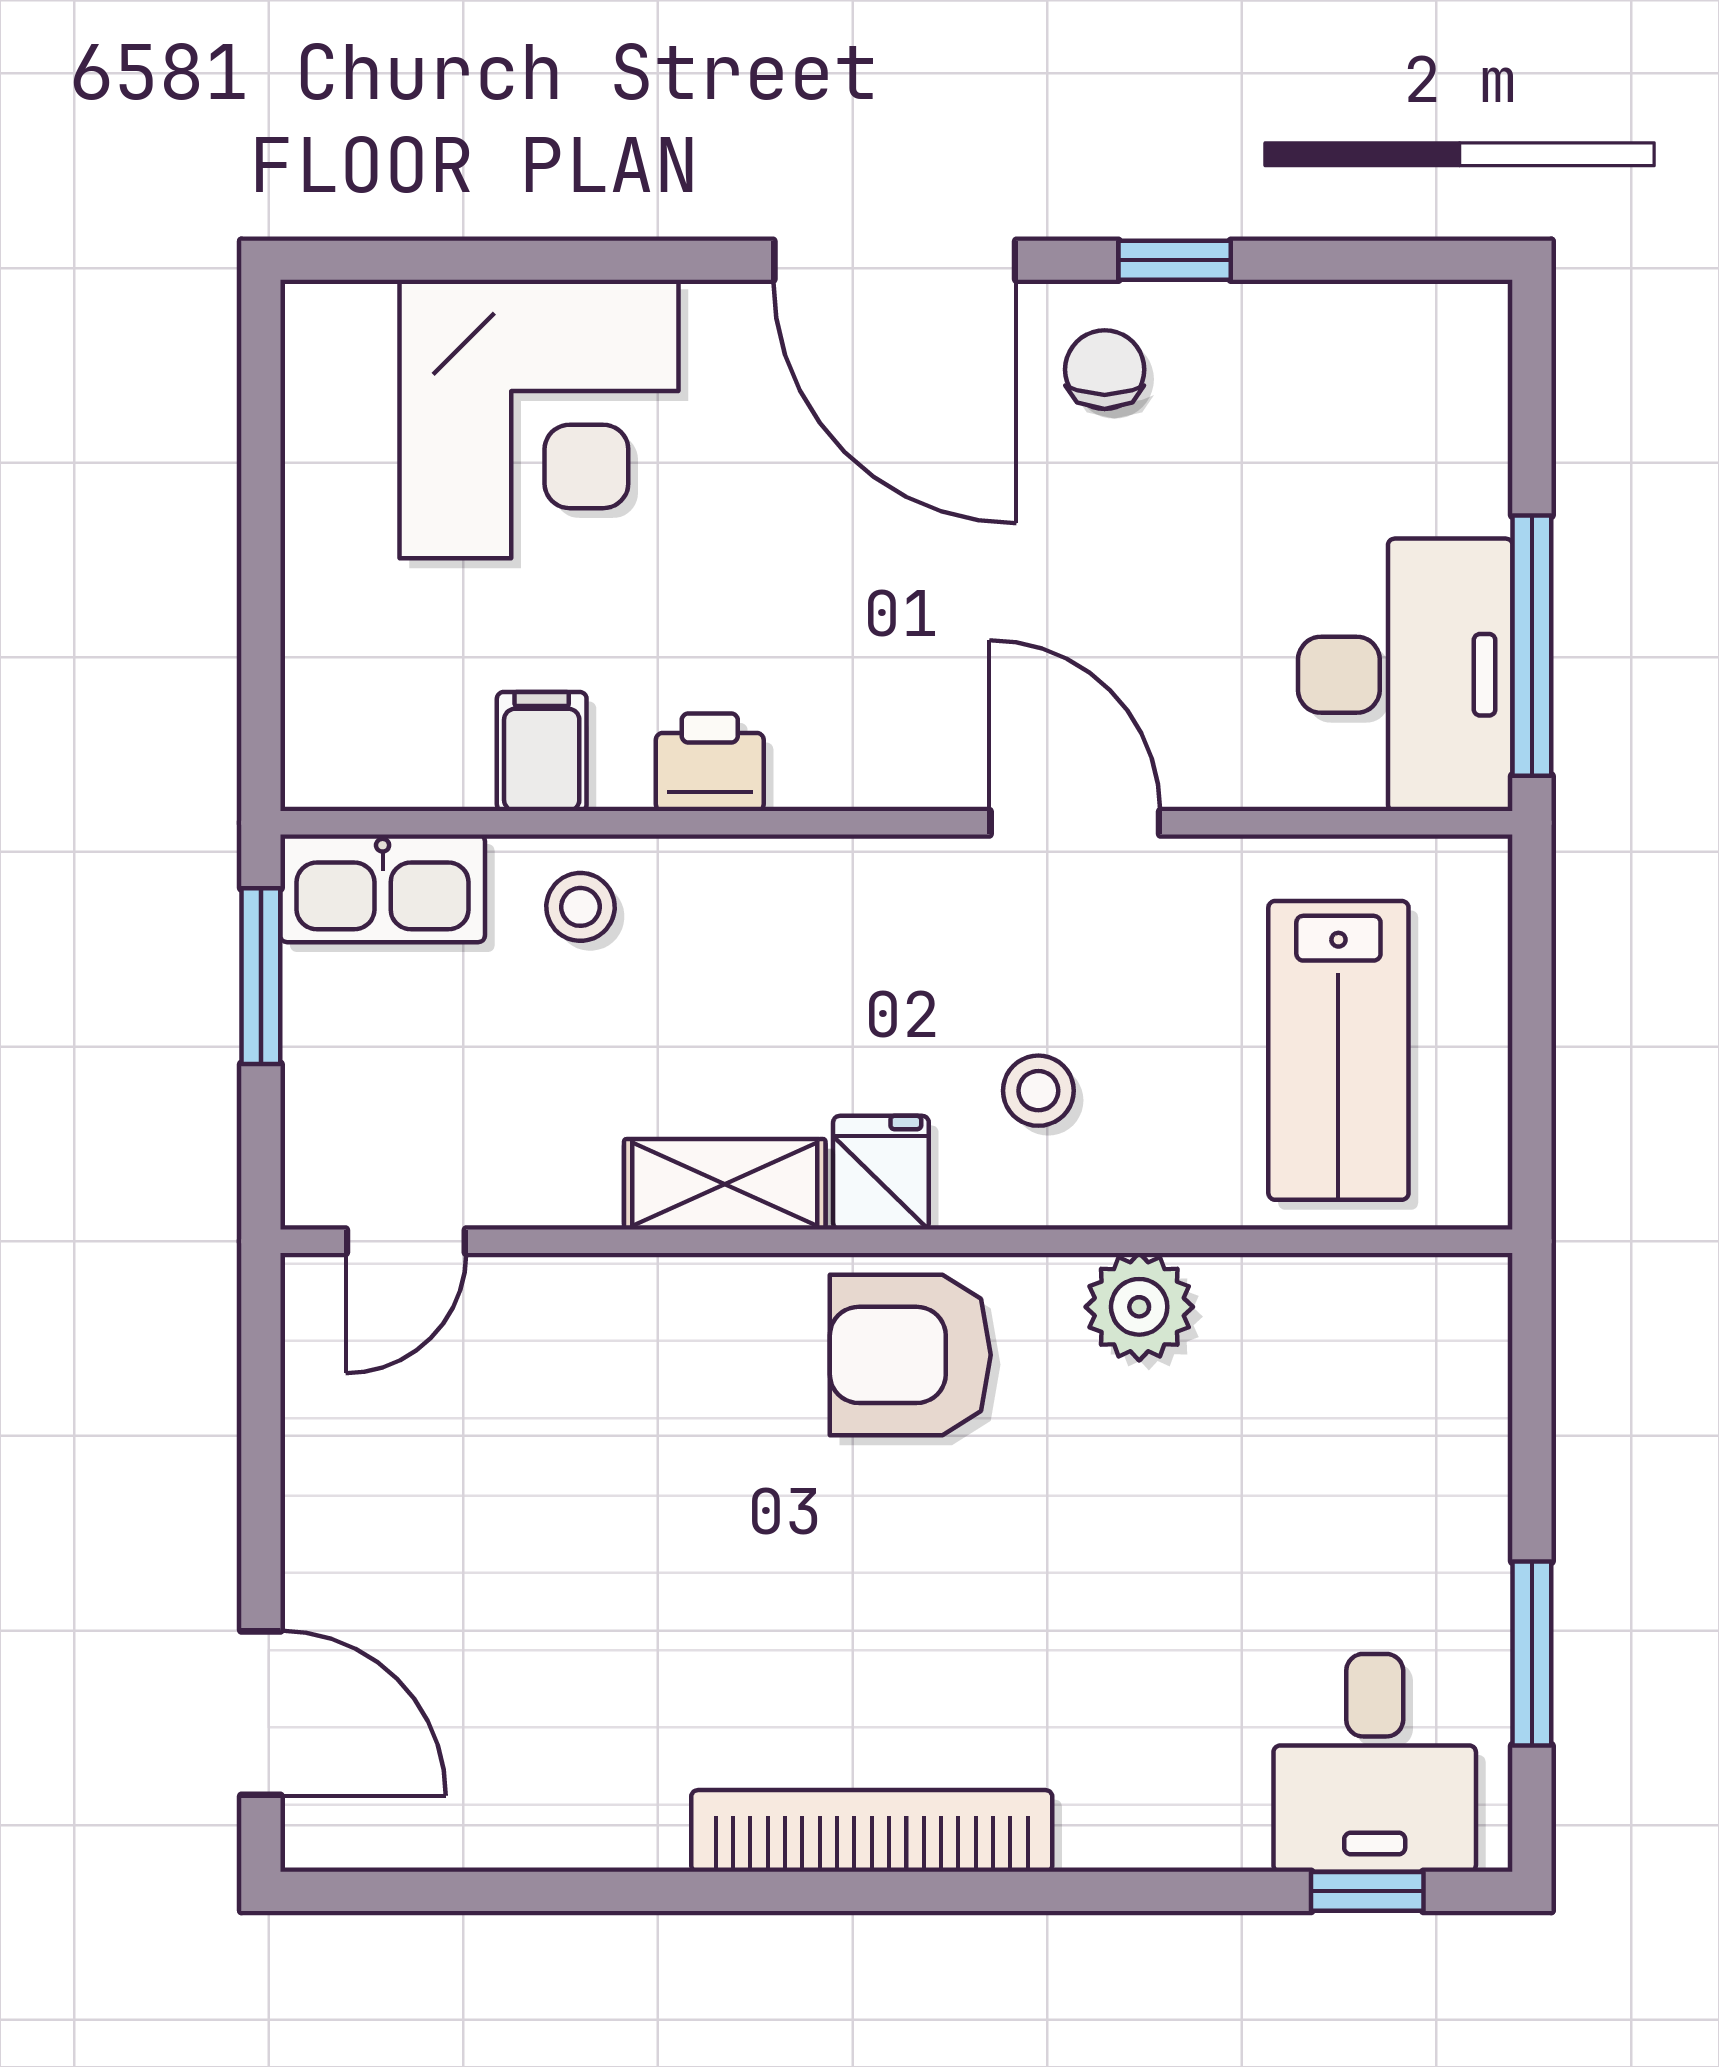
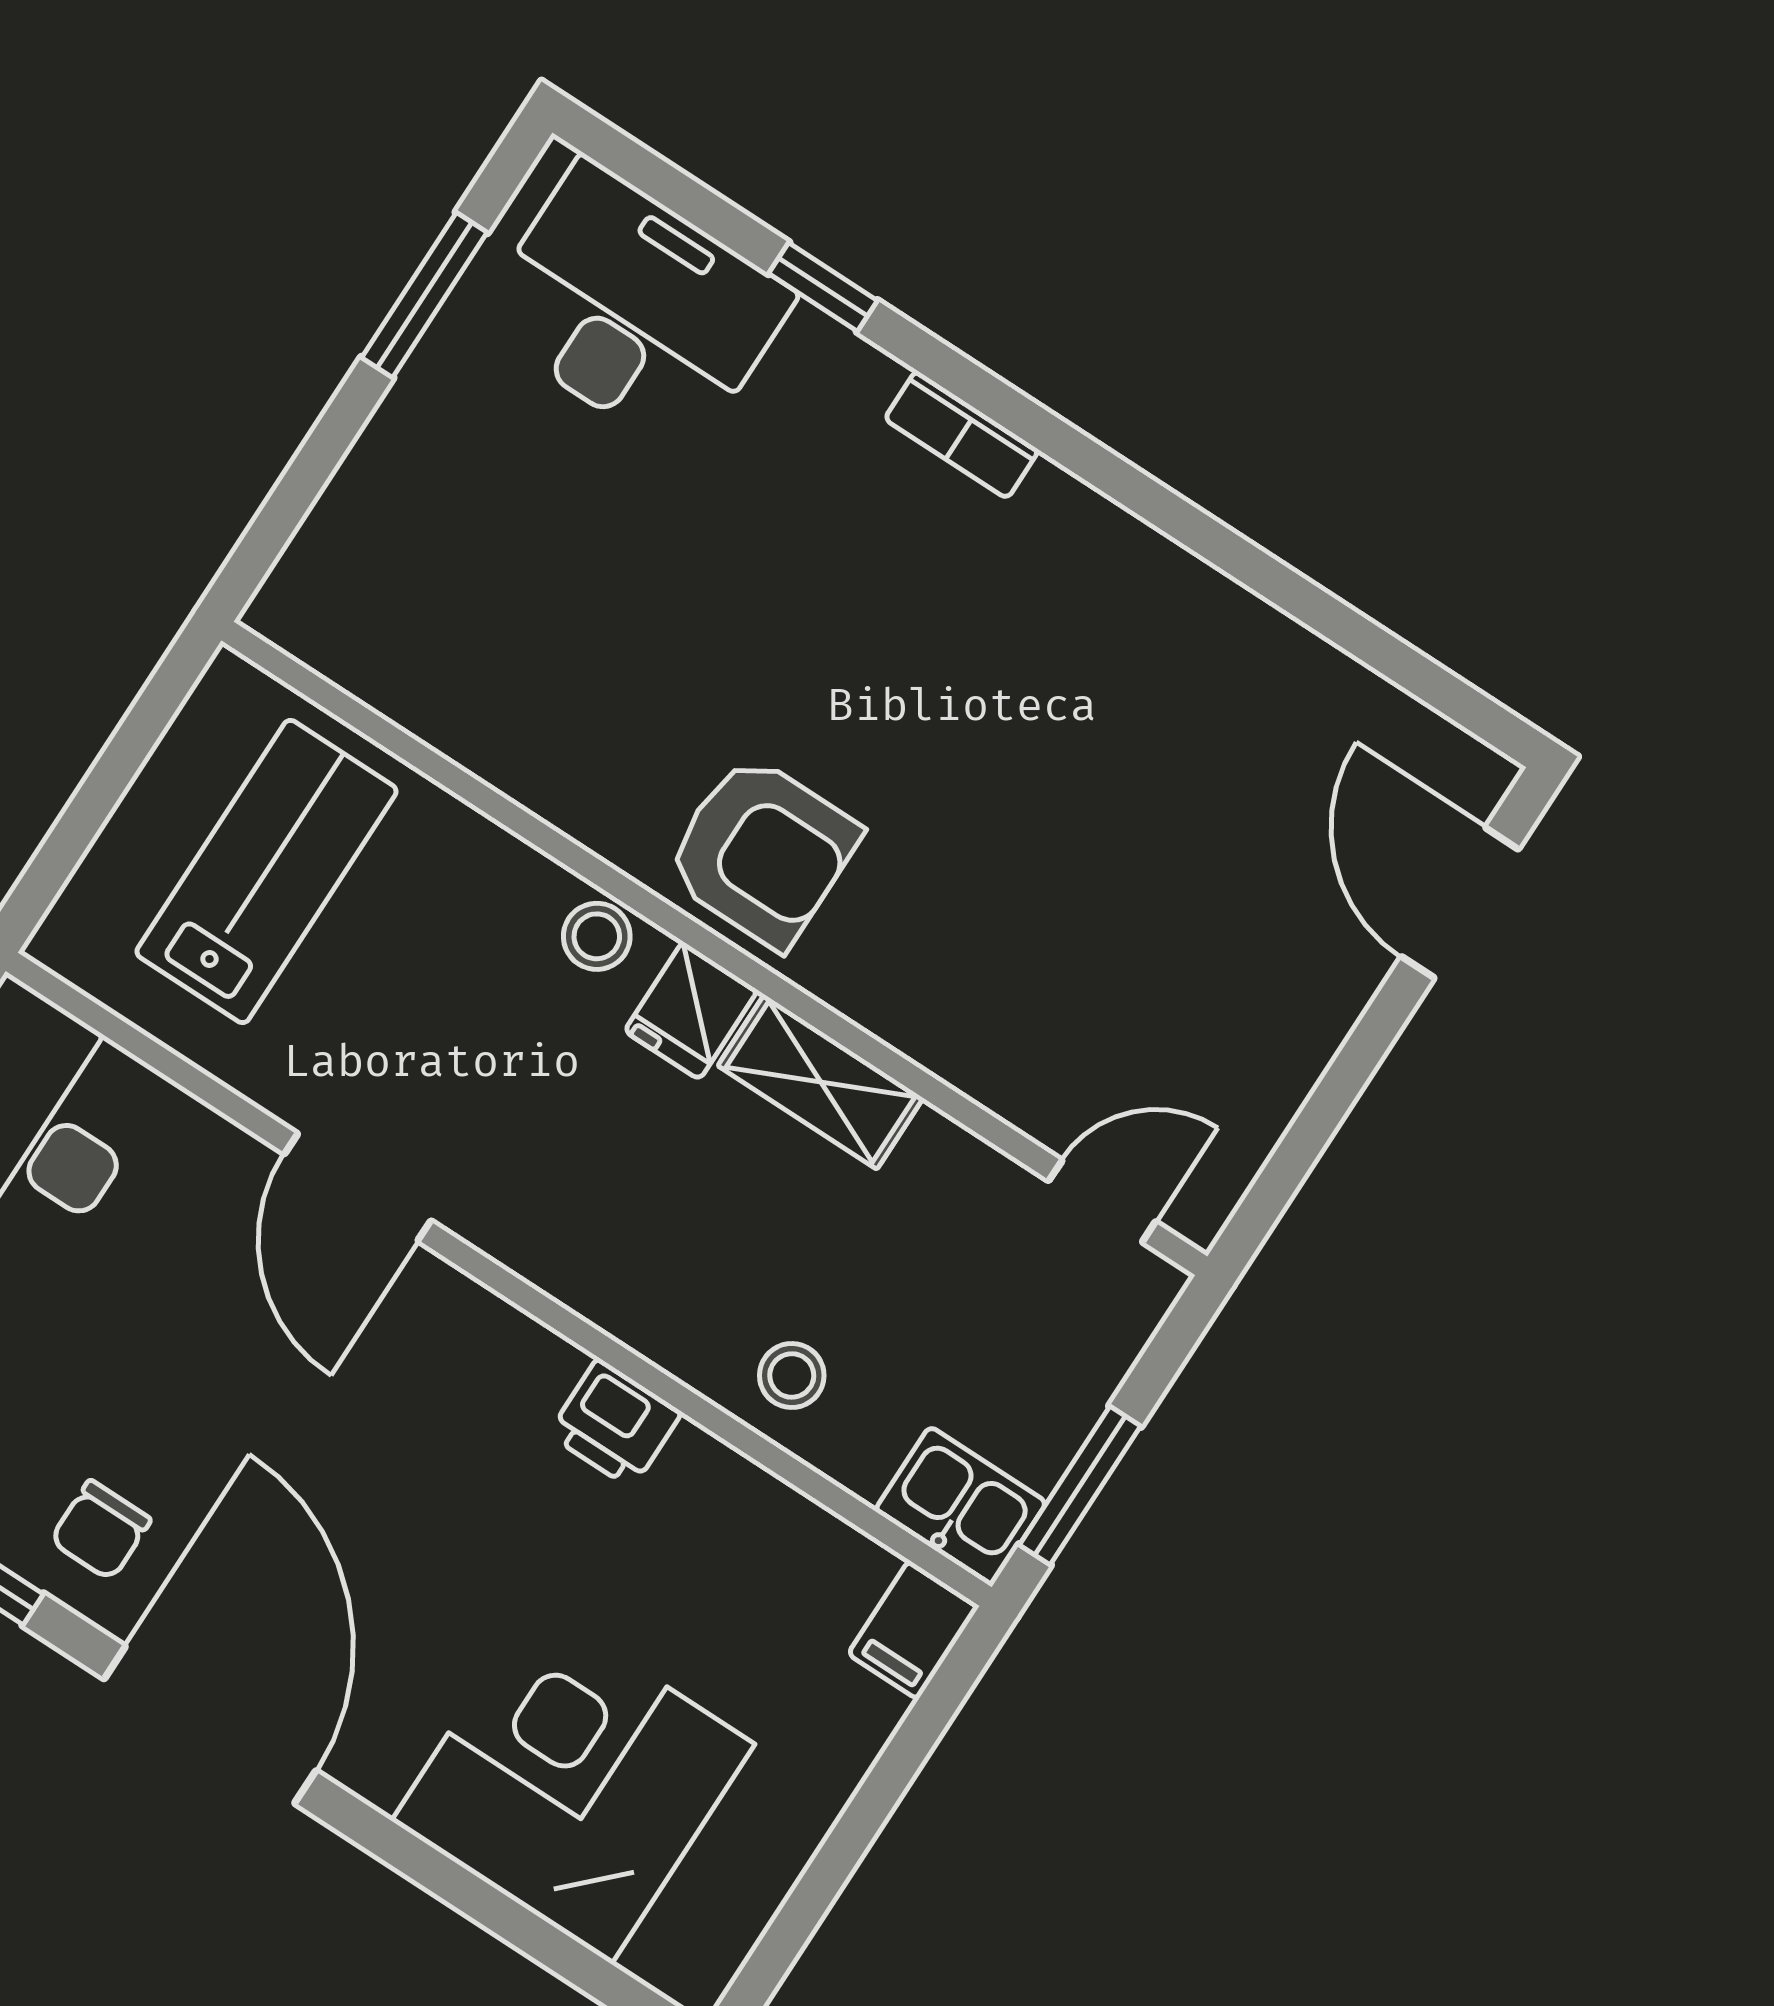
filing cabinet: (542, 751) -> (914, 1630), moved
kitchen sink: (383, 888) -> (961, 1507), width x0.73
stool: (1038, 1091) -> (597, 936), moved
plant: (1139, 1307) -> (556, 771), removed
desk: (1375, 1763) -> (635, 309), width x1.37
bookcase: (872, 1831) -> (962, 435), width x0.43, depth x0.76
window: (1367, 1891) -> (823, 287), moved

